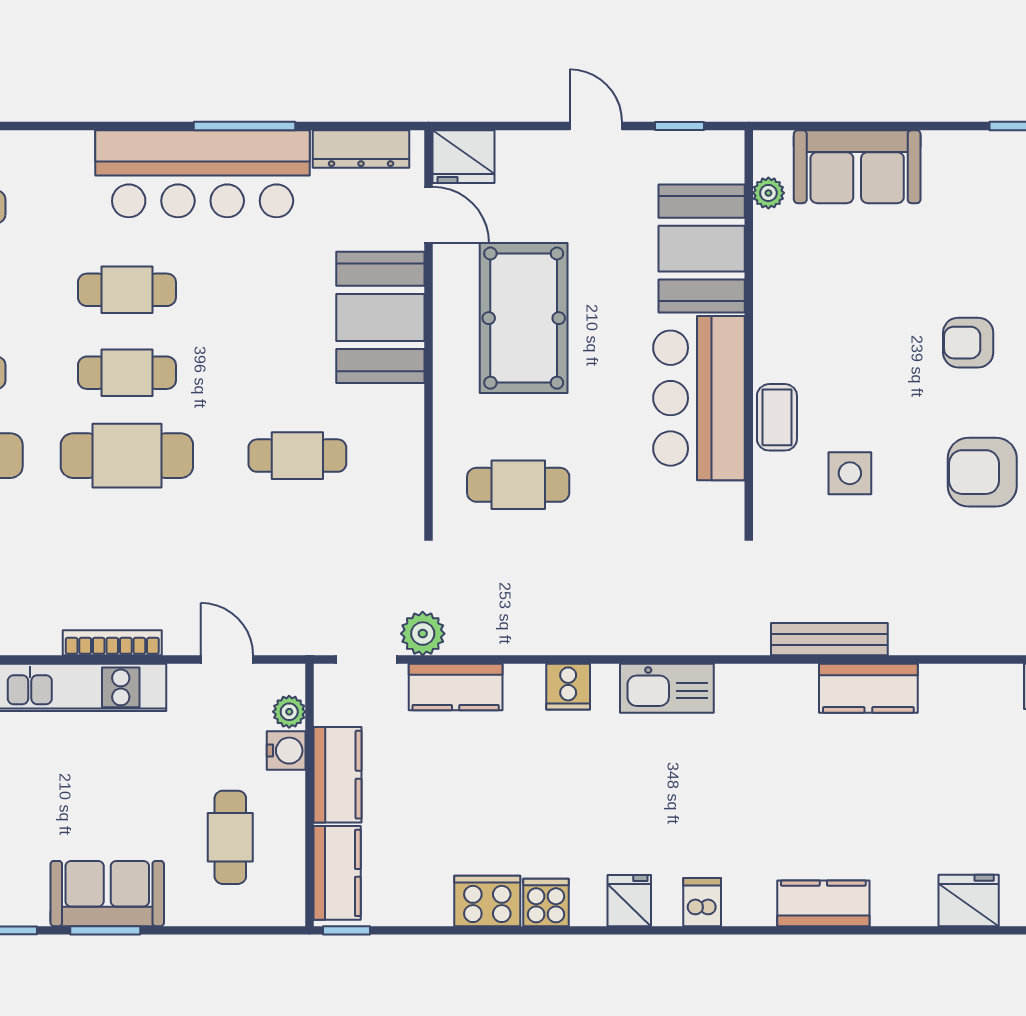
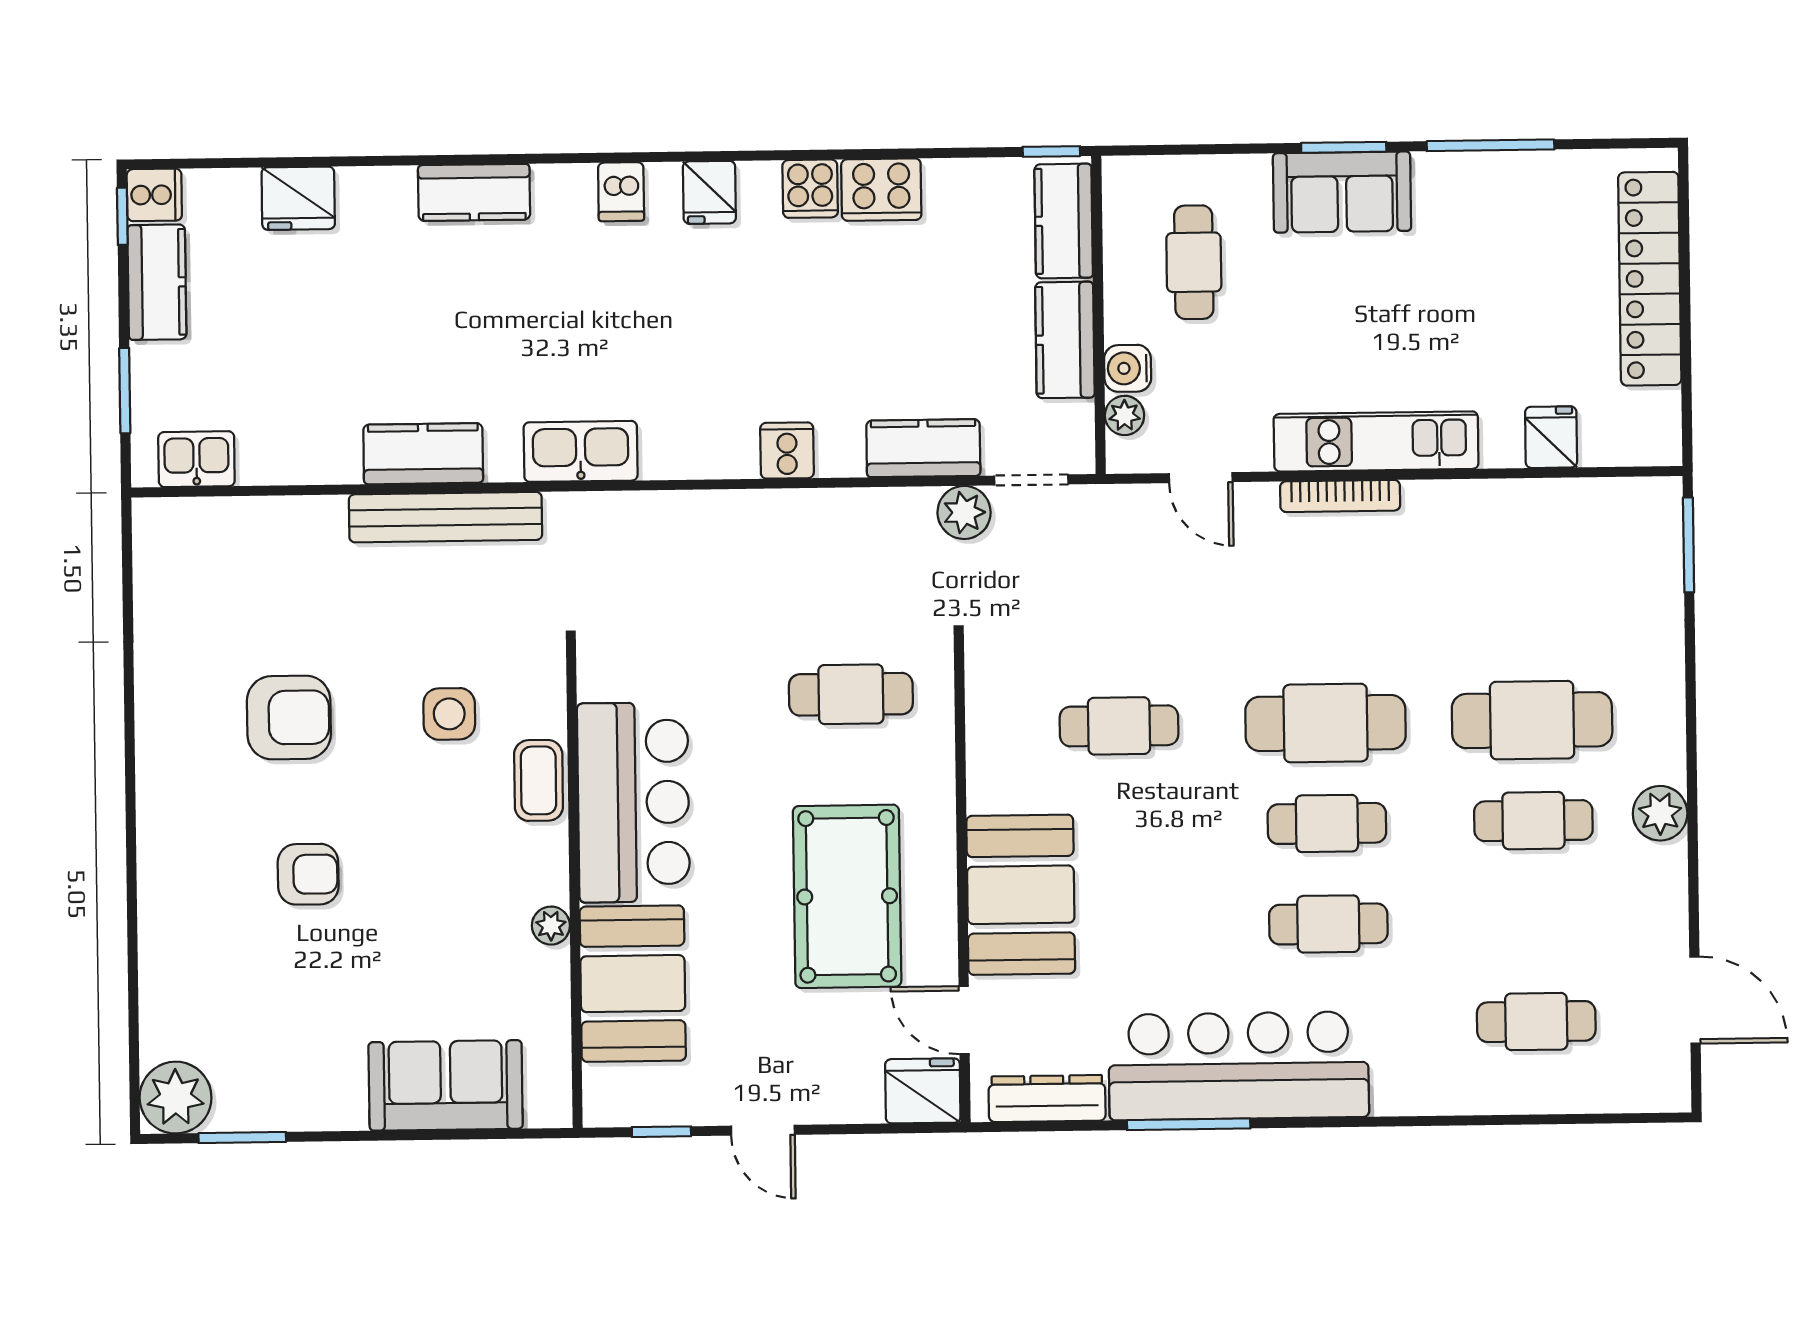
plant: (768, 193) -> (551, 926), moved
bench: (829, 639) -> (446, 517), width x1.37, depth x1.21
kitchen sink: (667, 688) -> (581, 451), moved

